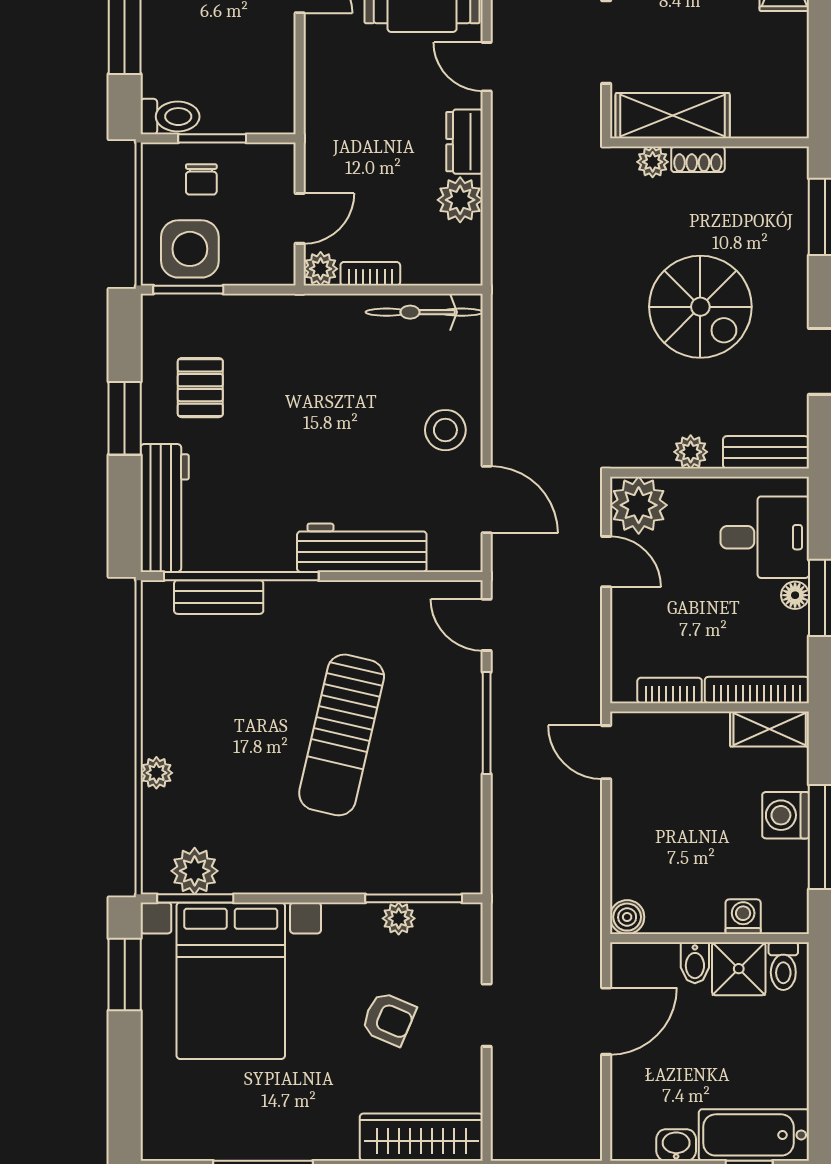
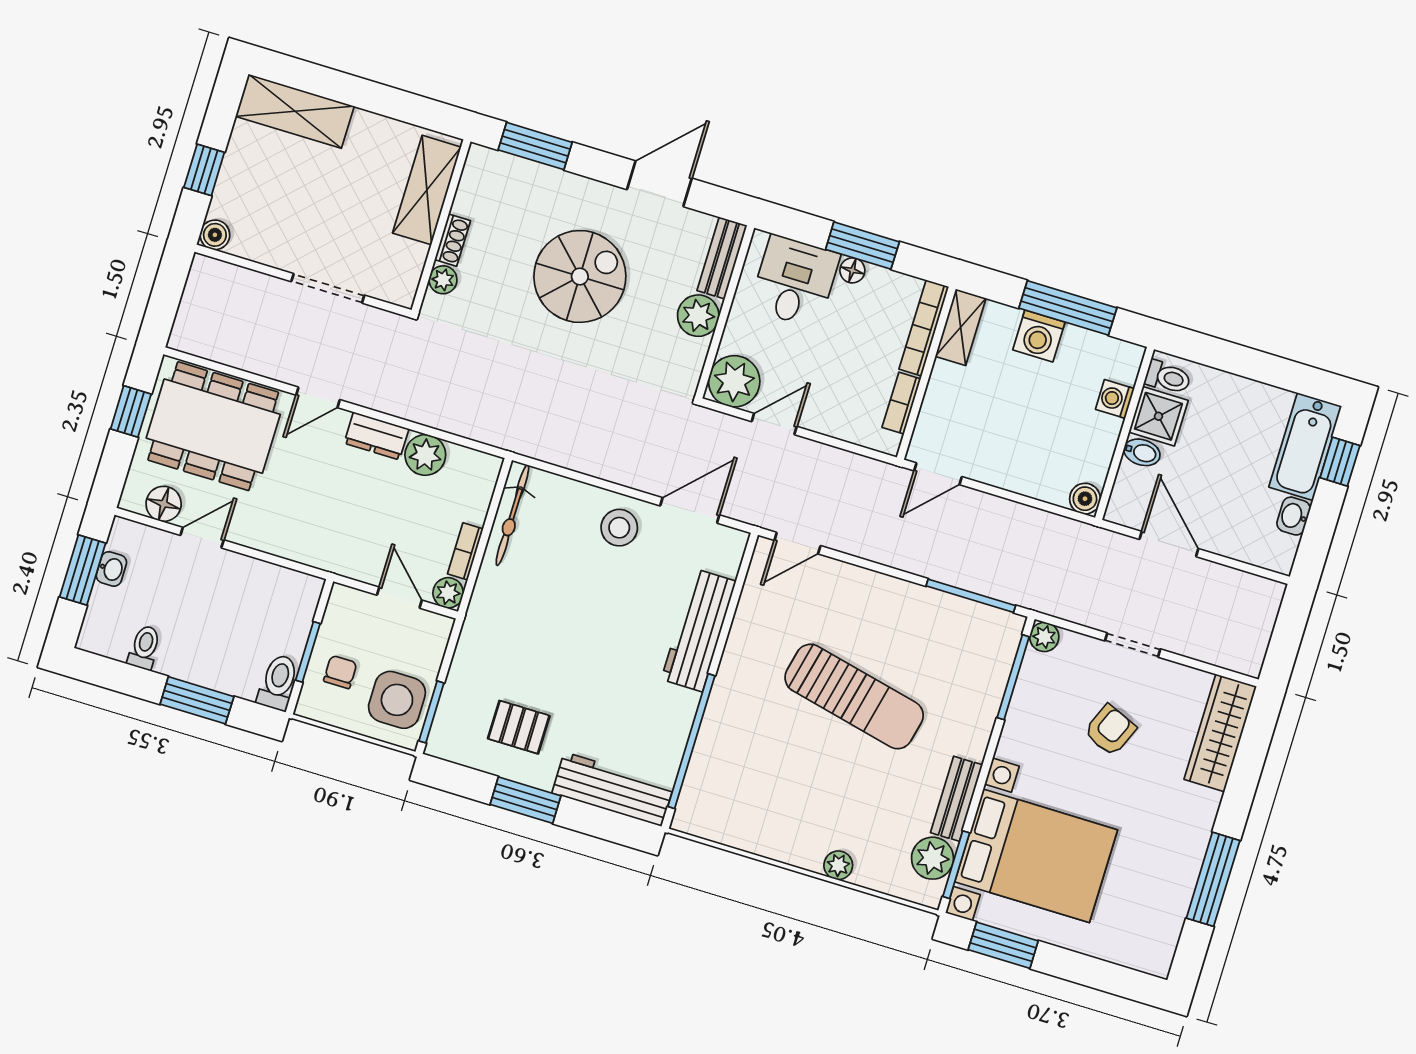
shelving: (673, 116) -> (427, 190), moved
chair: (201, 179) -> (340, 672), turned -90
plant: (691, 452) -> (698, 316), width x1.38, depth x1.38
bench: (219, 597) -> (957, 799), moved
window: (487, 723) -> (971, 596), moved
plant: (399, 918) -> (1044, 637), moved

